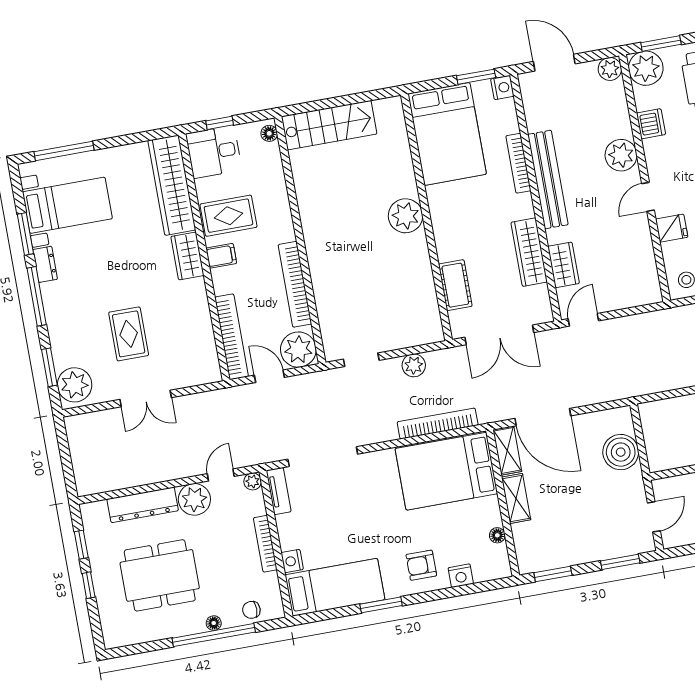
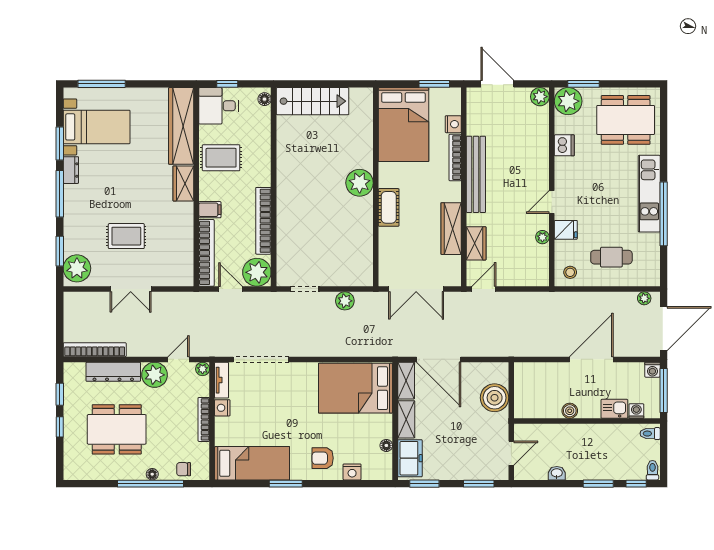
nightstand: (502, 88) -> (453, 124), moved
plant: (621, 155) -> (542, 237), moved, width x0.53, depth x0.53
filing cabinet: (221, 256) -> (210, 210), moved
cot: (455, 285) -> (389, 207), moved
rug: (129, 334) -> (126, 236), turned 90
bookcase: (438, 424) -> (95, 350), moved
freezer: (529, 546) -> (410, 458), added
nightstand: (292, 561) -> (222, 408), moved

